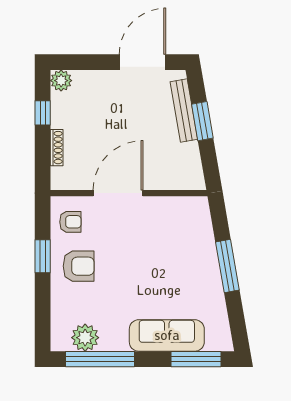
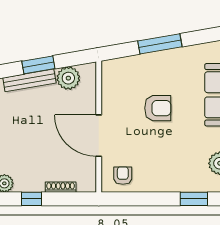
plant: (187, 157) -> (68, 78), added
window: (43, 256) -> (194, 199), moved
armchair: (79, 266) -> (158, 108), moved, turned 90

